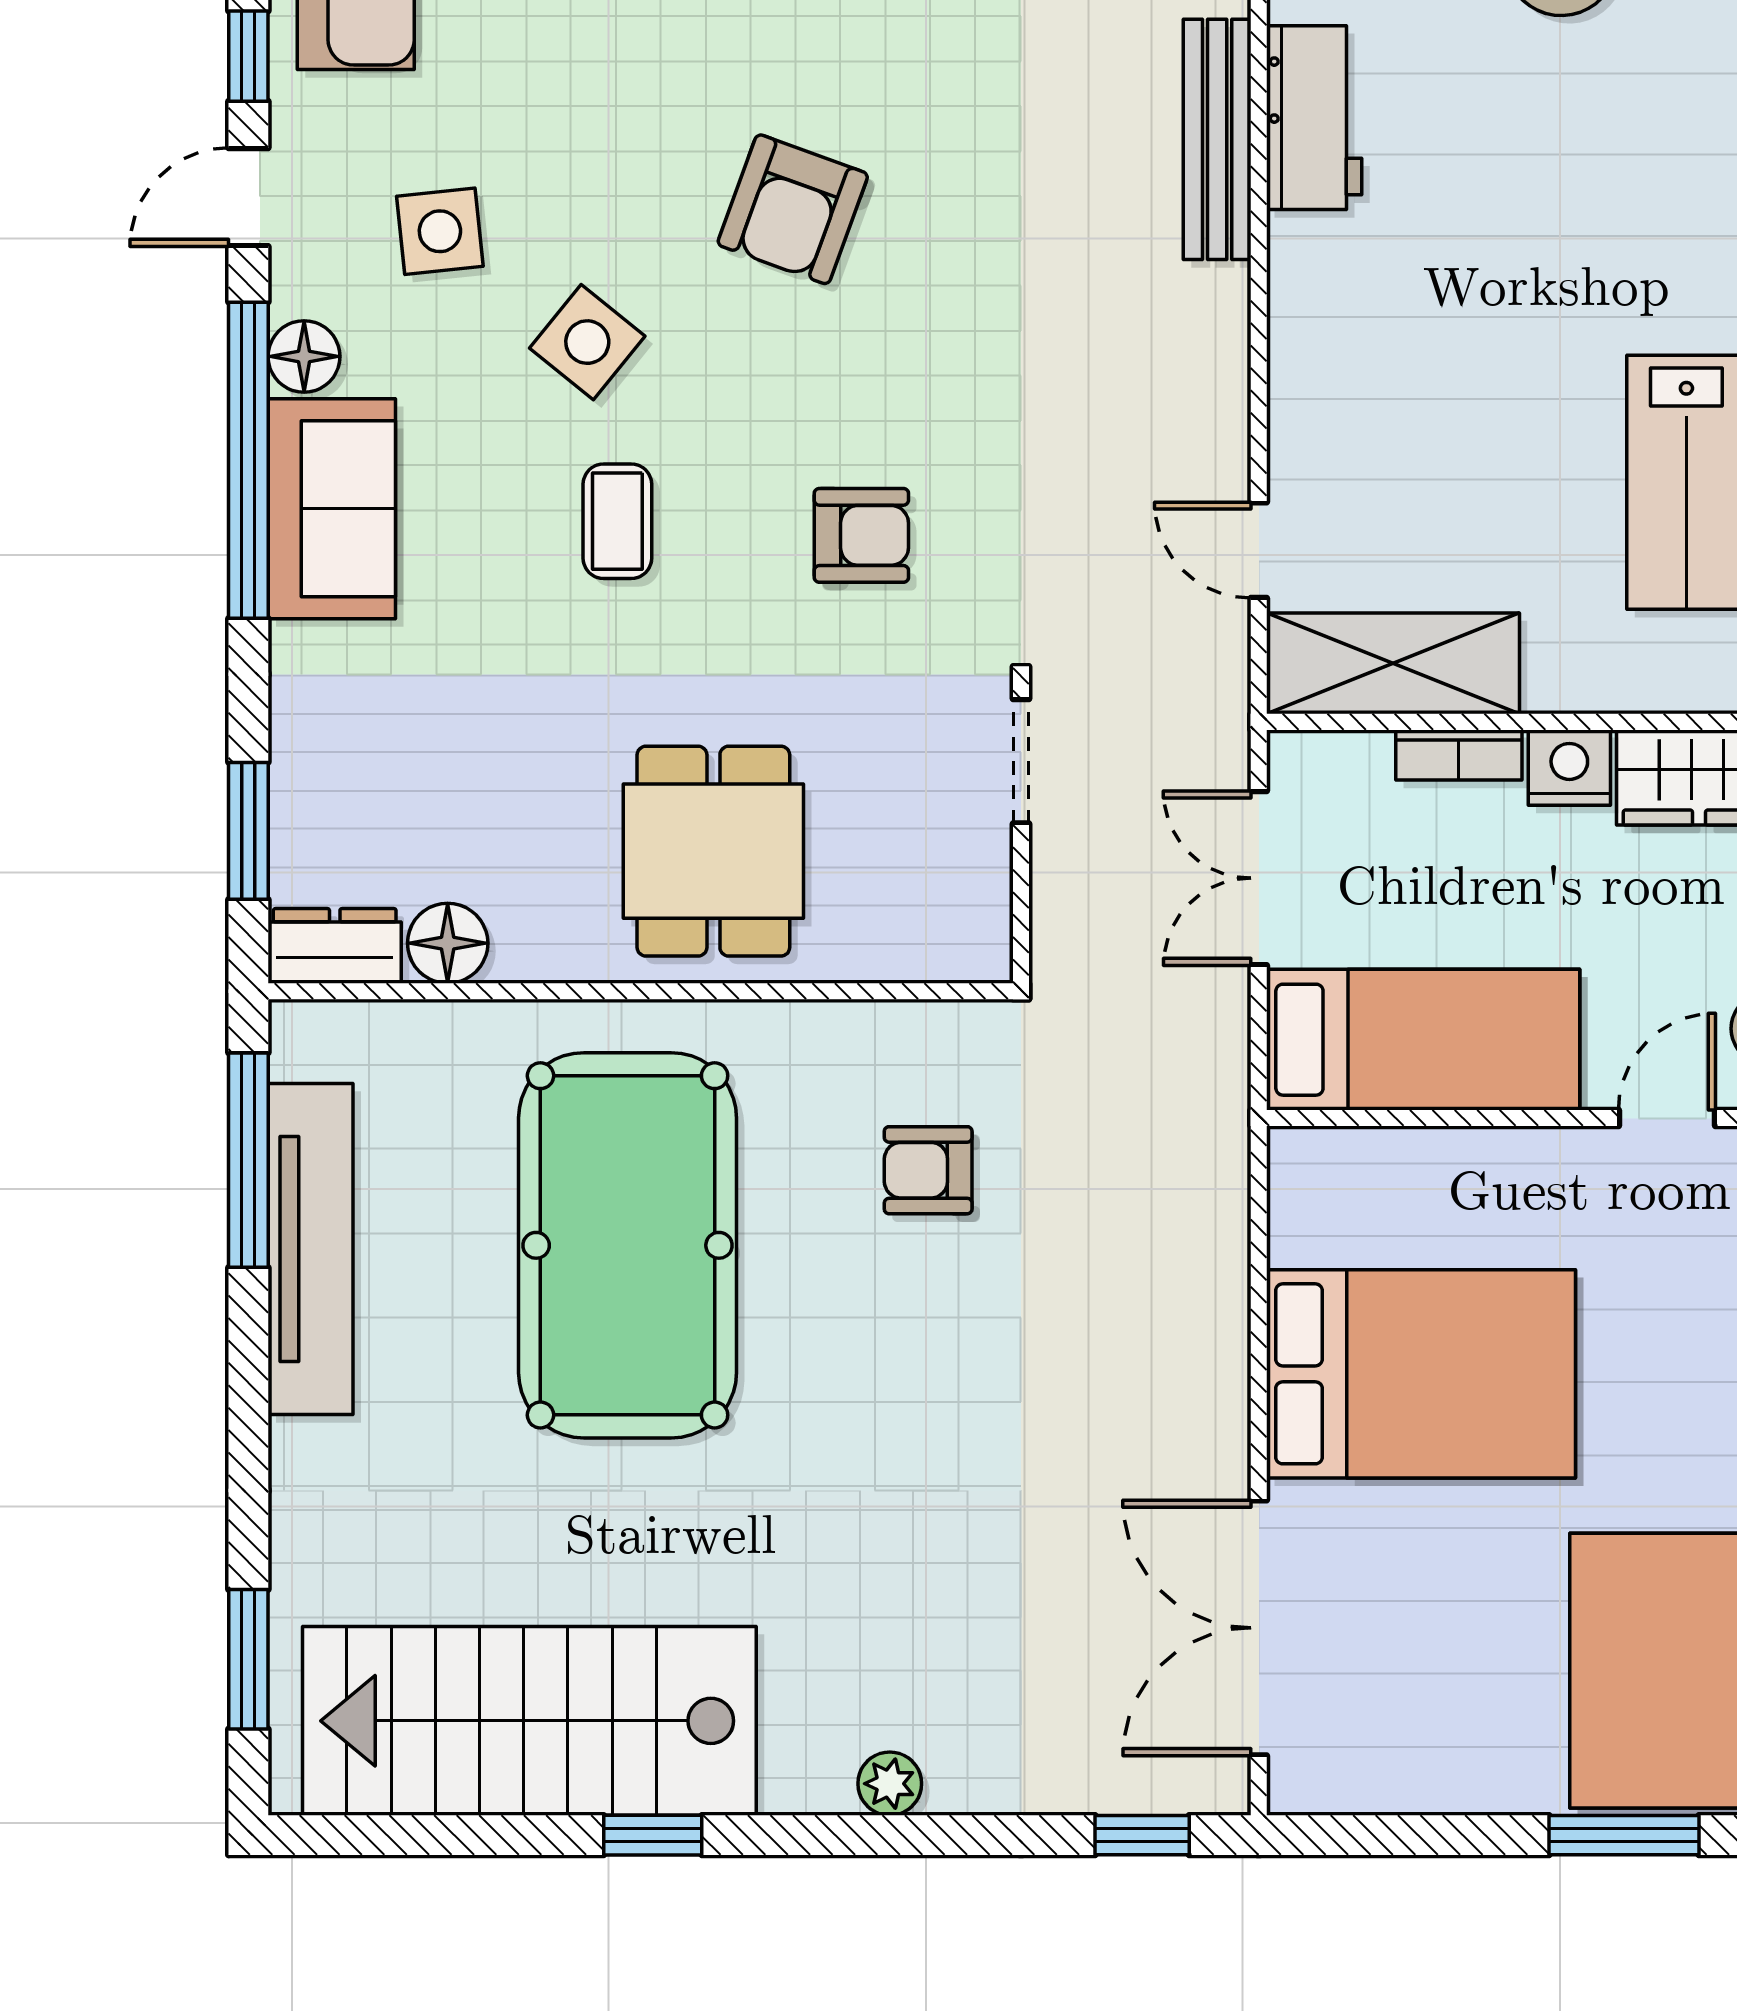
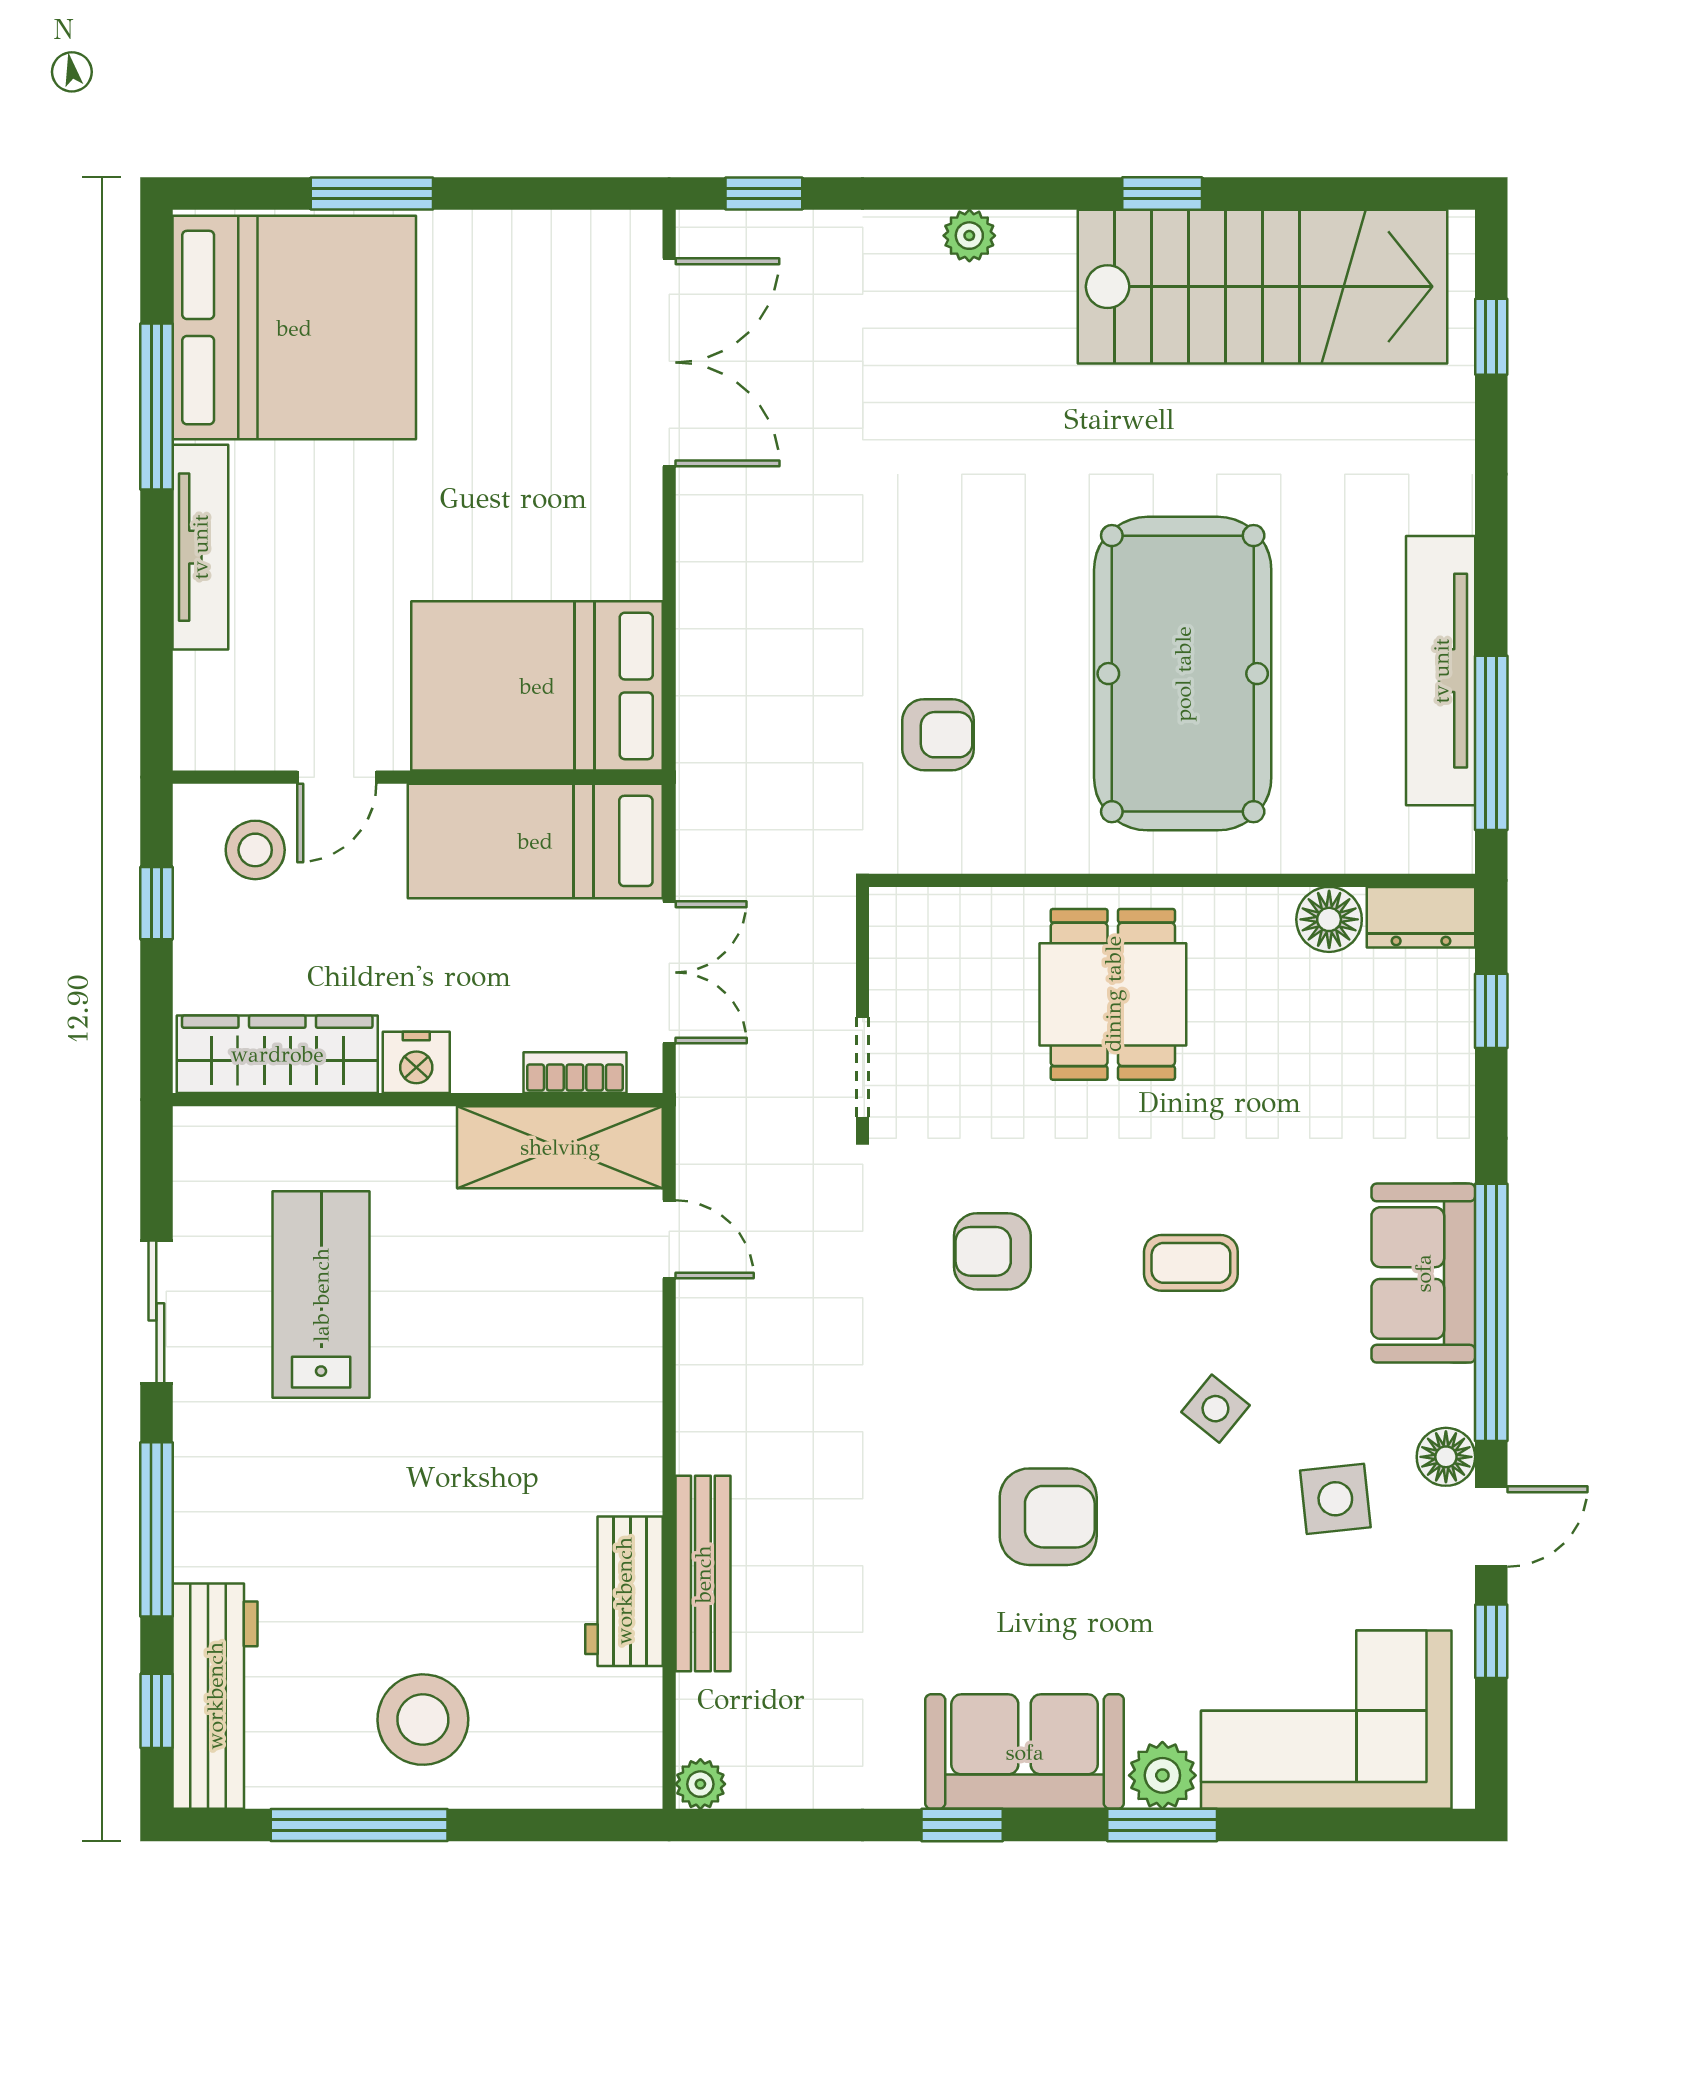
armchair: (793, 209) -> (1048, 1517), turned 70
side table: (587, 342) -> (1215, 1409), width x0.73, depth x0.73
floor lamp: (304, 356) -> (1446, 1457), moved
coffee table: (617, 521) -> (1191, 1263), turned 90
bookcase: (1459, 755) -> (575, 1073), moved
window: (248, 831) -> (1491, 1011), width x0.67
bed: (1421, 1374) -> (537, 686), moved
window: (248, 1659) -> (1491, 337), width x0.67

